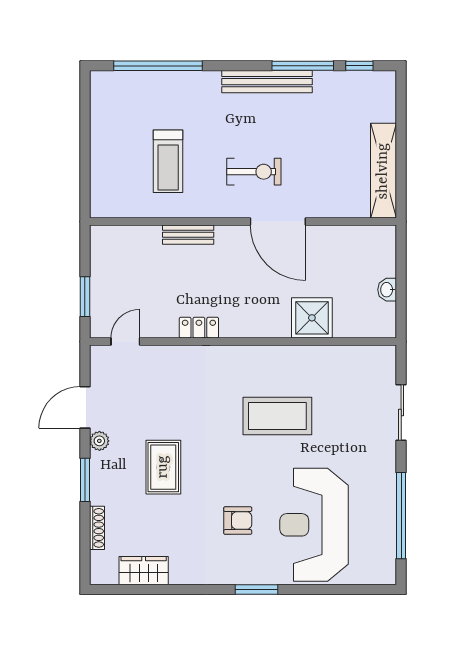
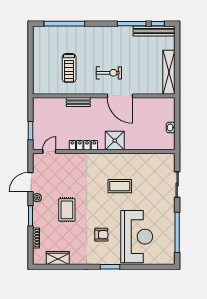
bench: (267, 82) -> (154, 31), moved
shower: (312, 318) -> (115, 141), moved
locker: (199, 328) -> (83, 145), width x1.53
coffee table: (277, 416) -> (120, 186), width x0.73, depth x0.76
reception desk: (314, 525) -> (137, 237), turned 180

